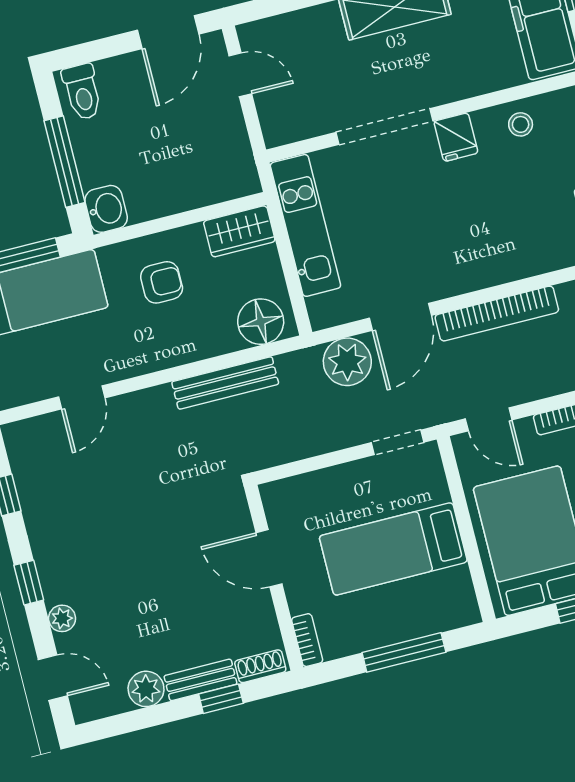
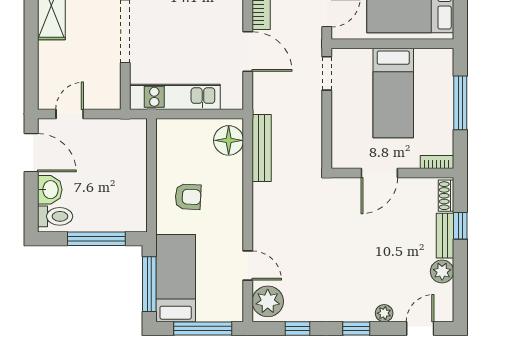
washbasin: (106, 209) -> (50, 190), moved, turned 90
wardrobe: (239, 231) -> (168, 140), removed
armchair: (162, 282) -> (188, 197), turned 93
plant: (347, 362) -> (268, 301), moved
bench: (225, 383) -> (262, 148), moved

